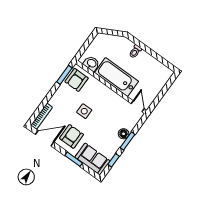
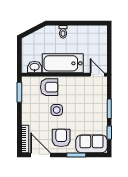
armchair: (77, 80) -> (49, 87), moved, turned -90
floor lamp: (124, 134) -> (102, 105), removed
door: (45, 138) -> (40, 155), hinge flipped

